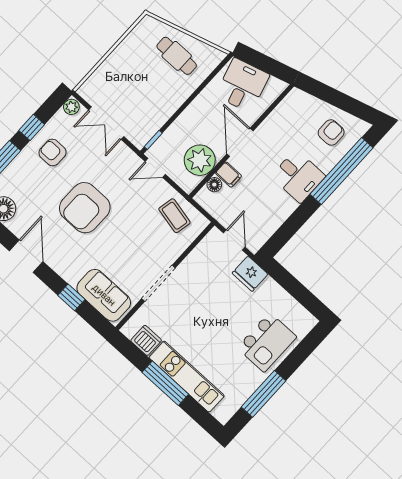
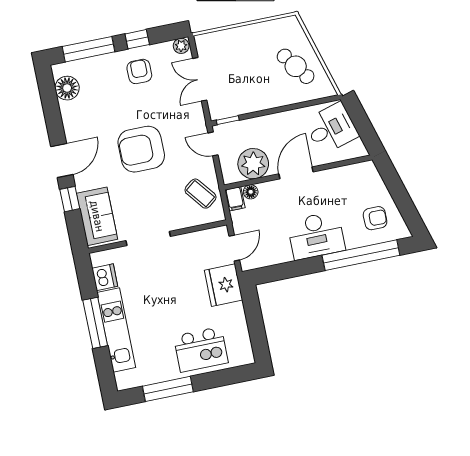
cafe table: (177, 56) -> (296, 66), turned -36
filing cabinet: (228, 175) -> (235, 199), moved
desk: (298, 176) -> (316, 236), width x1.37
armchair: (85, 208) -> (141, 149), moved
coffee table: (174, 216) -> (200, 194), turned -50
door: (26, 256) -> (62, 160), moved
fridge: (250, 274) -> (223, 285), width x1.36, depth x1.34

